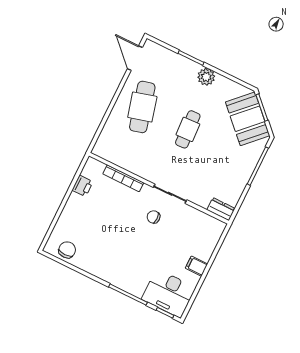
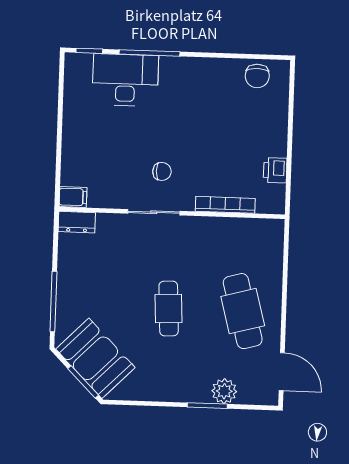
plant: (206, 77) -> (224, 391), moved
filing cabinet: (197, 266) -> (73, 197), moved
desk: (169, 293) -> (125, 80), moved

